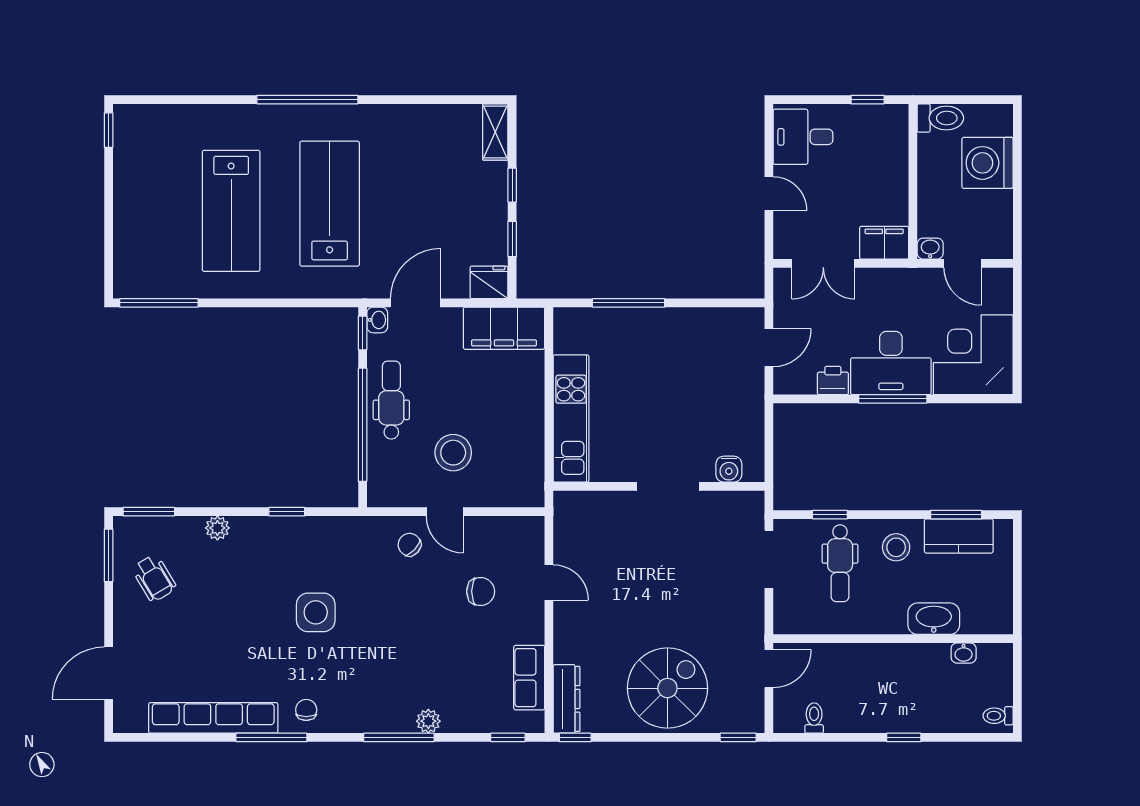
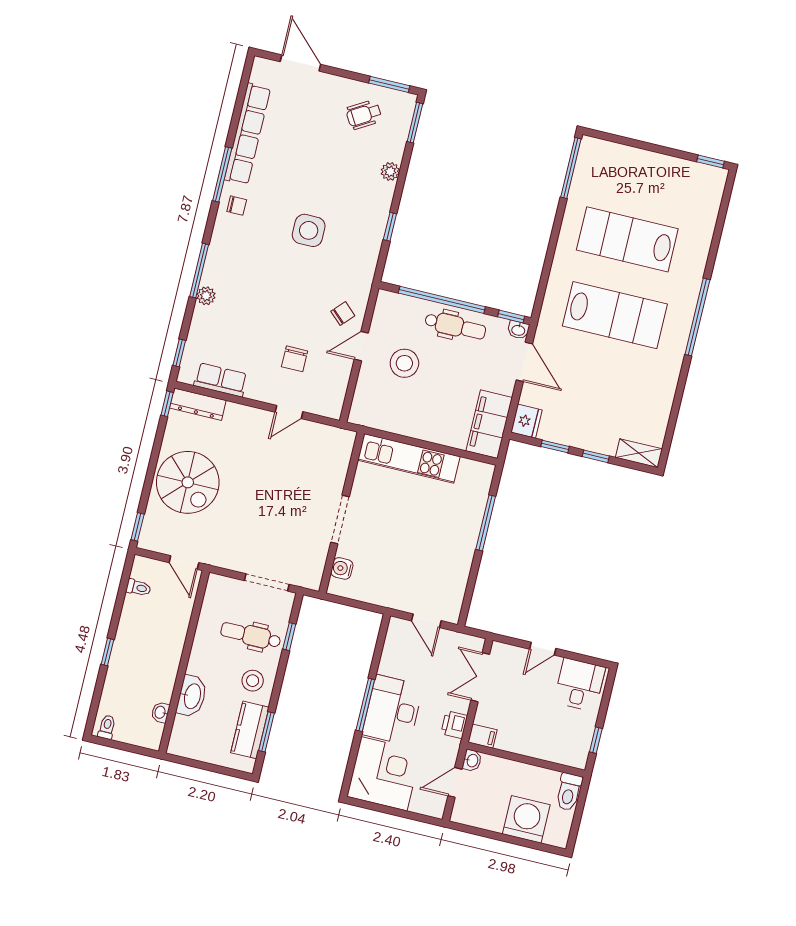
filing cabinet: (884, 243) -> (483, 736), width x0.50
printer: (833, 380) -> (454, 725), moved, turned 180

